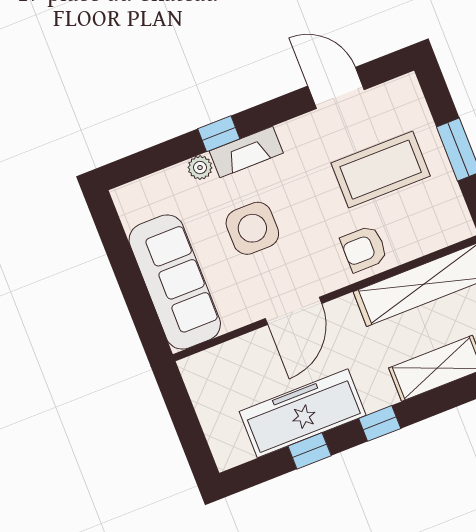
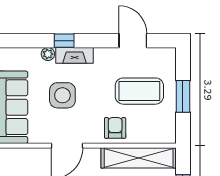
armchair: (364, 249) -> (115, 128), turned 90

